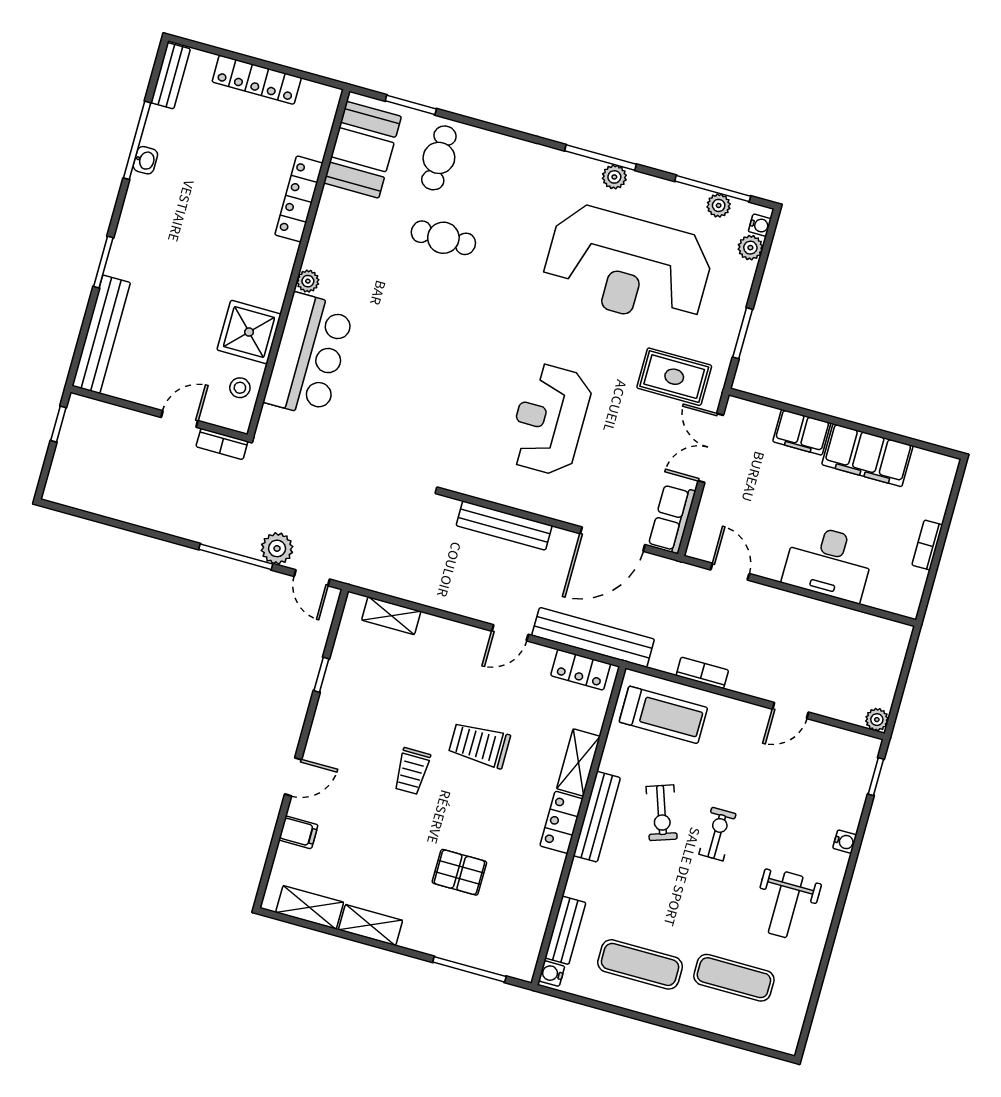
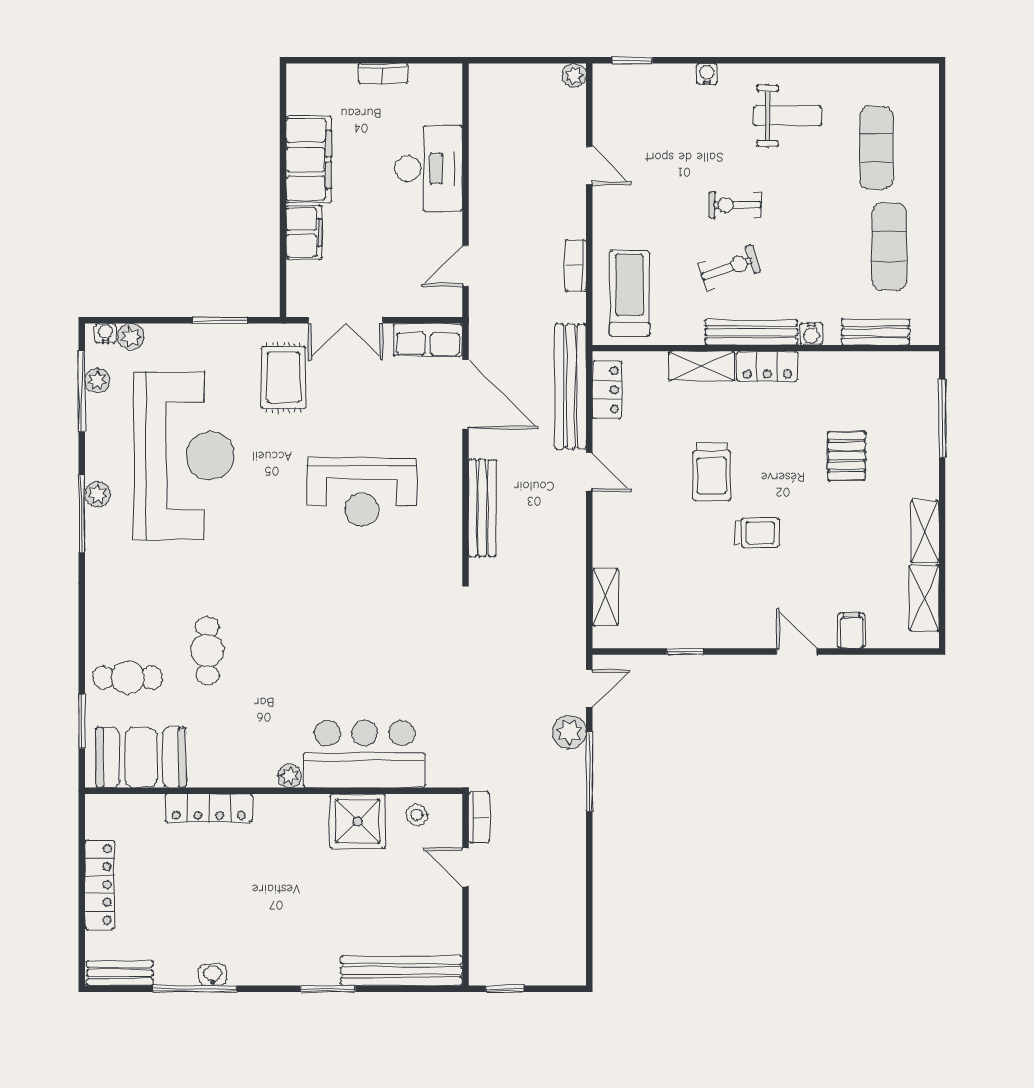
water cooler: (552, 974) -> (811, 334), moved

